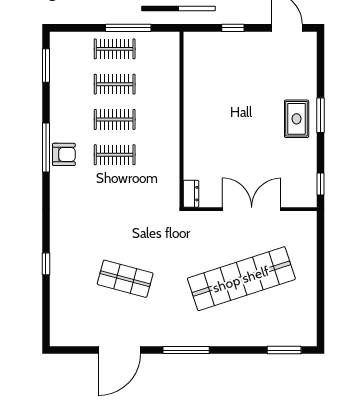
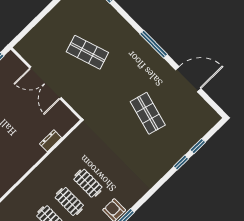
dresser: (191, 194) -> (51, 141), moved
shop shelf: (241, 279) -> (87, 52), width x0.50, depth x0.74
window: (46, 296) -> (198, 146), added

